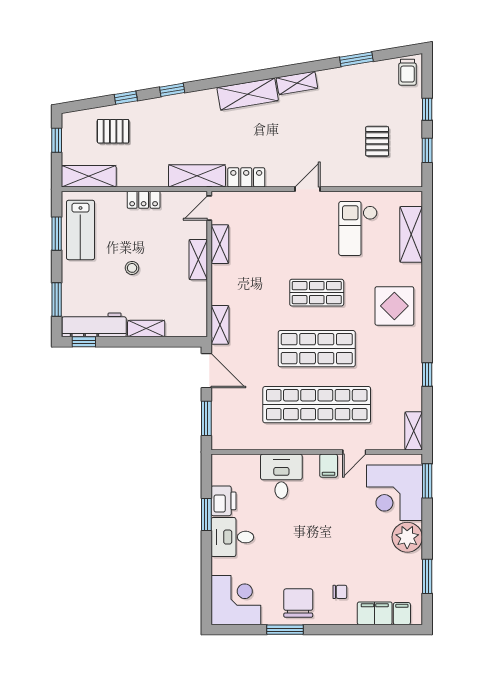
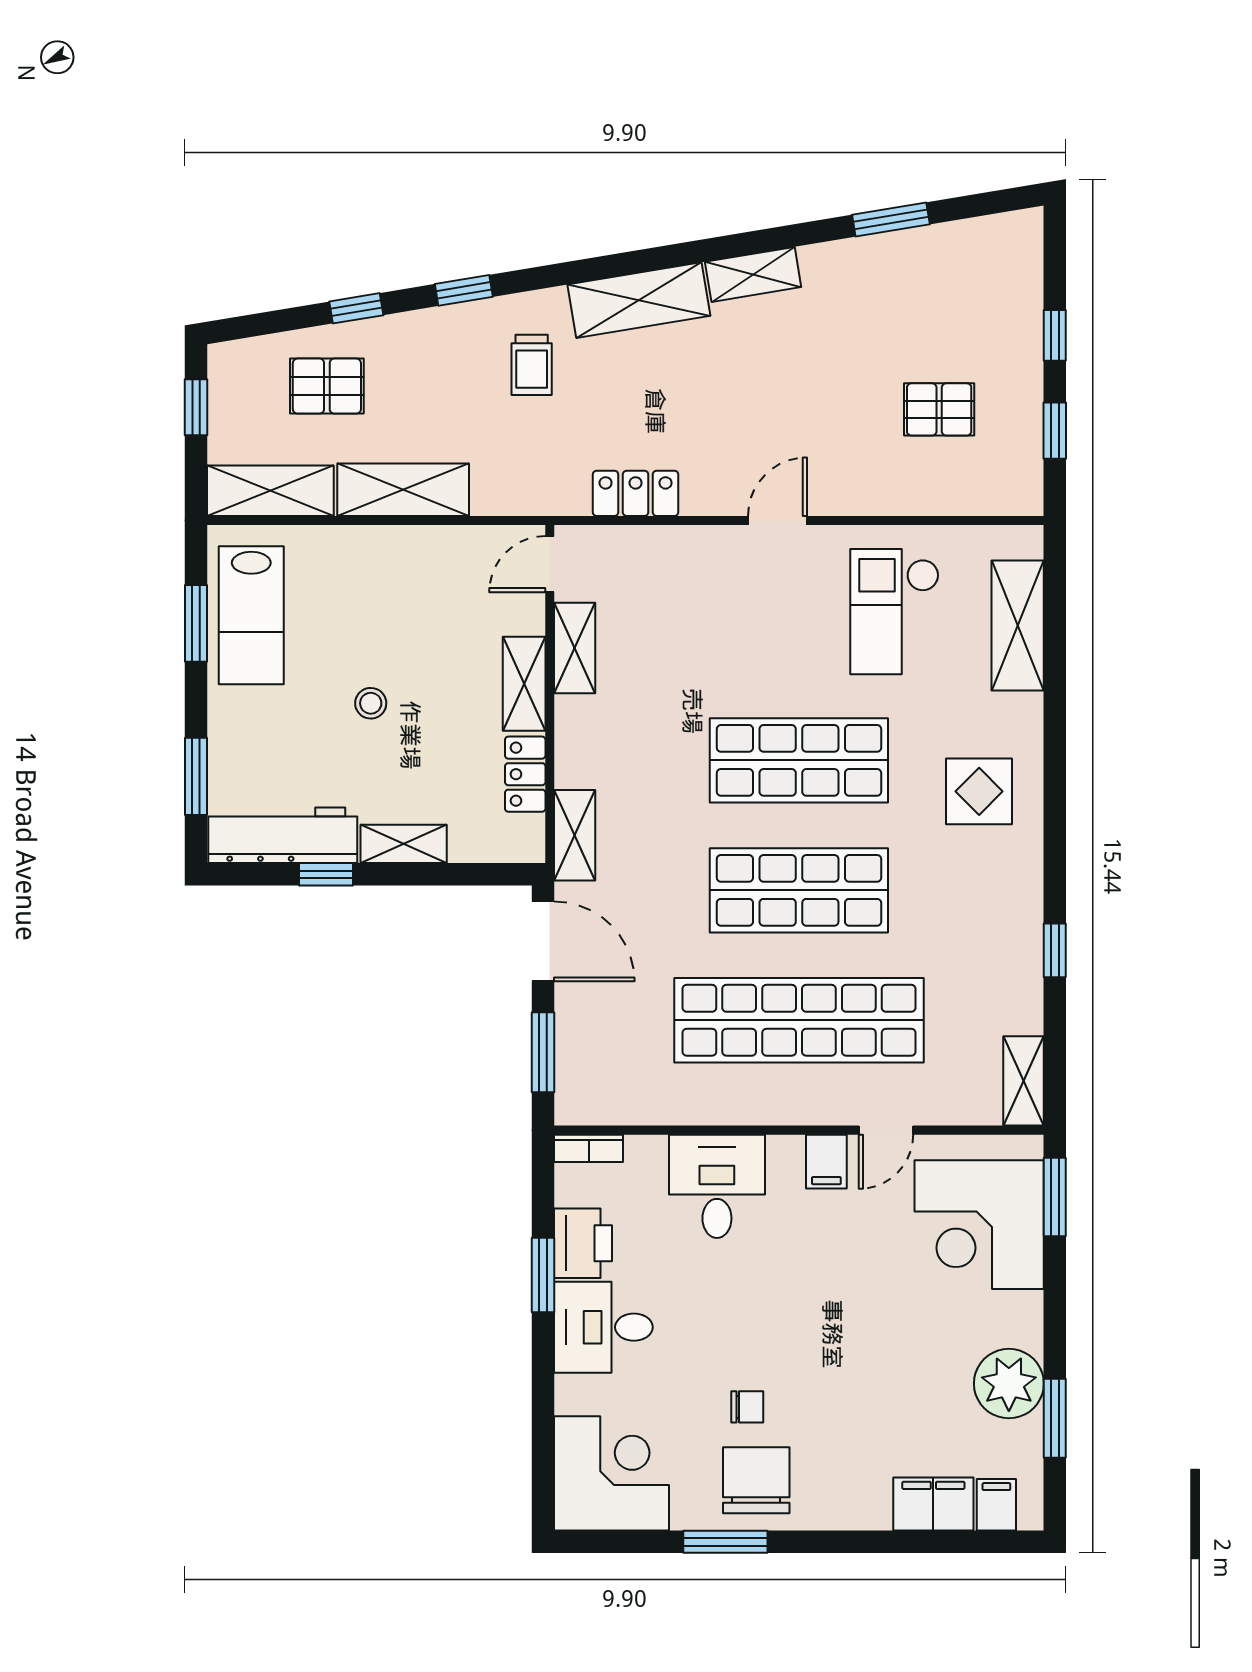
trolley: (407, 72) -> (532, 365), moved
pallet: (377, 141) -> (939, 409), turned 90
shelving: (197, 176) -> (403, 490), moved
locker: (144, 200) -> (525, 774), moved, turned 90
shop shelf: (317, 293) -> (799, 760), width x1.43, depth x1.36
display table: (394, 306) -> (979, 791), width x0.73, depth x0.73
window: (84, 342) -> (326, 874), moved
bookcase: (226, 460) -> (589, 1148), added
plant: (407, 537) -> (1009, 1384), moved
chair: (340, 592) -> (747, 1407), moved

